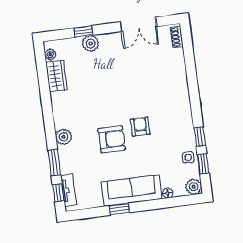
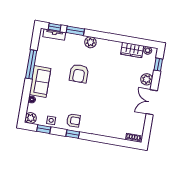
double door: (138, 24) -> (152, 102), moved
window: (83, 31) -> (158, 65), moved
armchair: (140, 127) -> (73, 120), moved
window: (200, 137) -> (73, 134), moved
sofa: (132, 190) -> (40, 82), width x0.73
window: (119, 209) -> (31, 64), width x2.17

